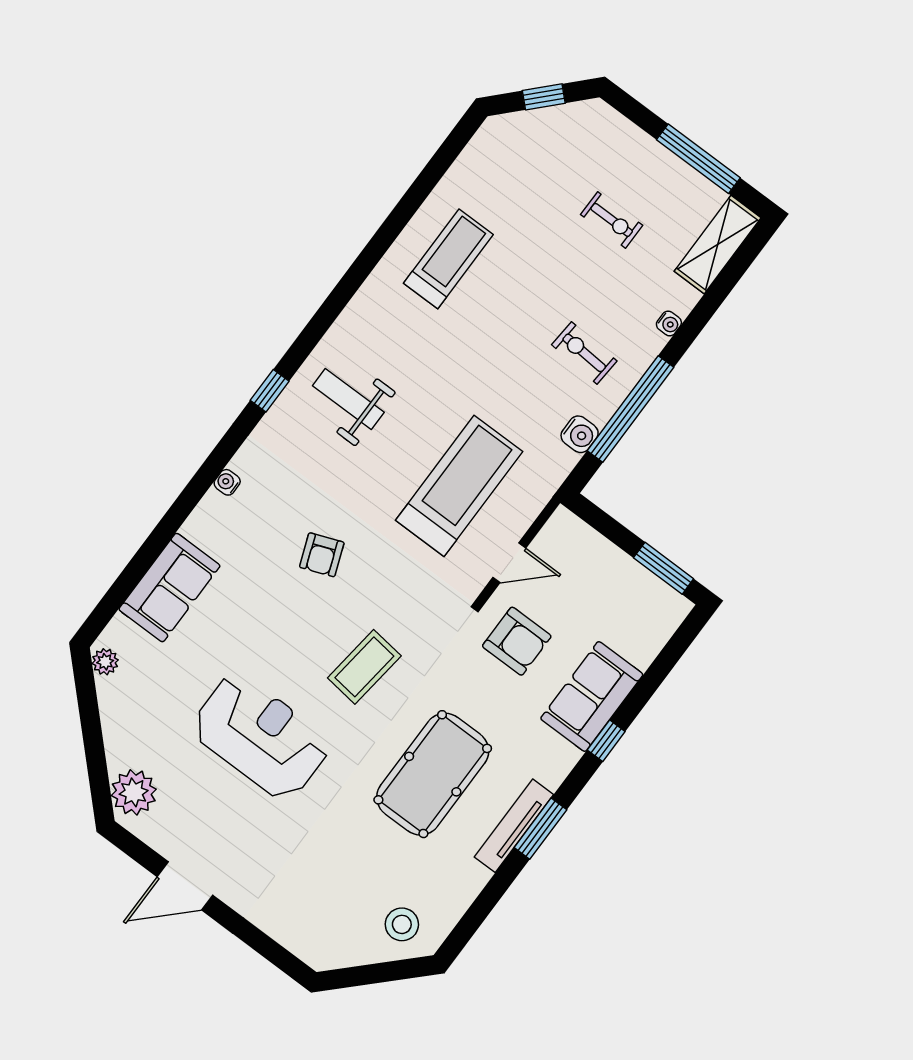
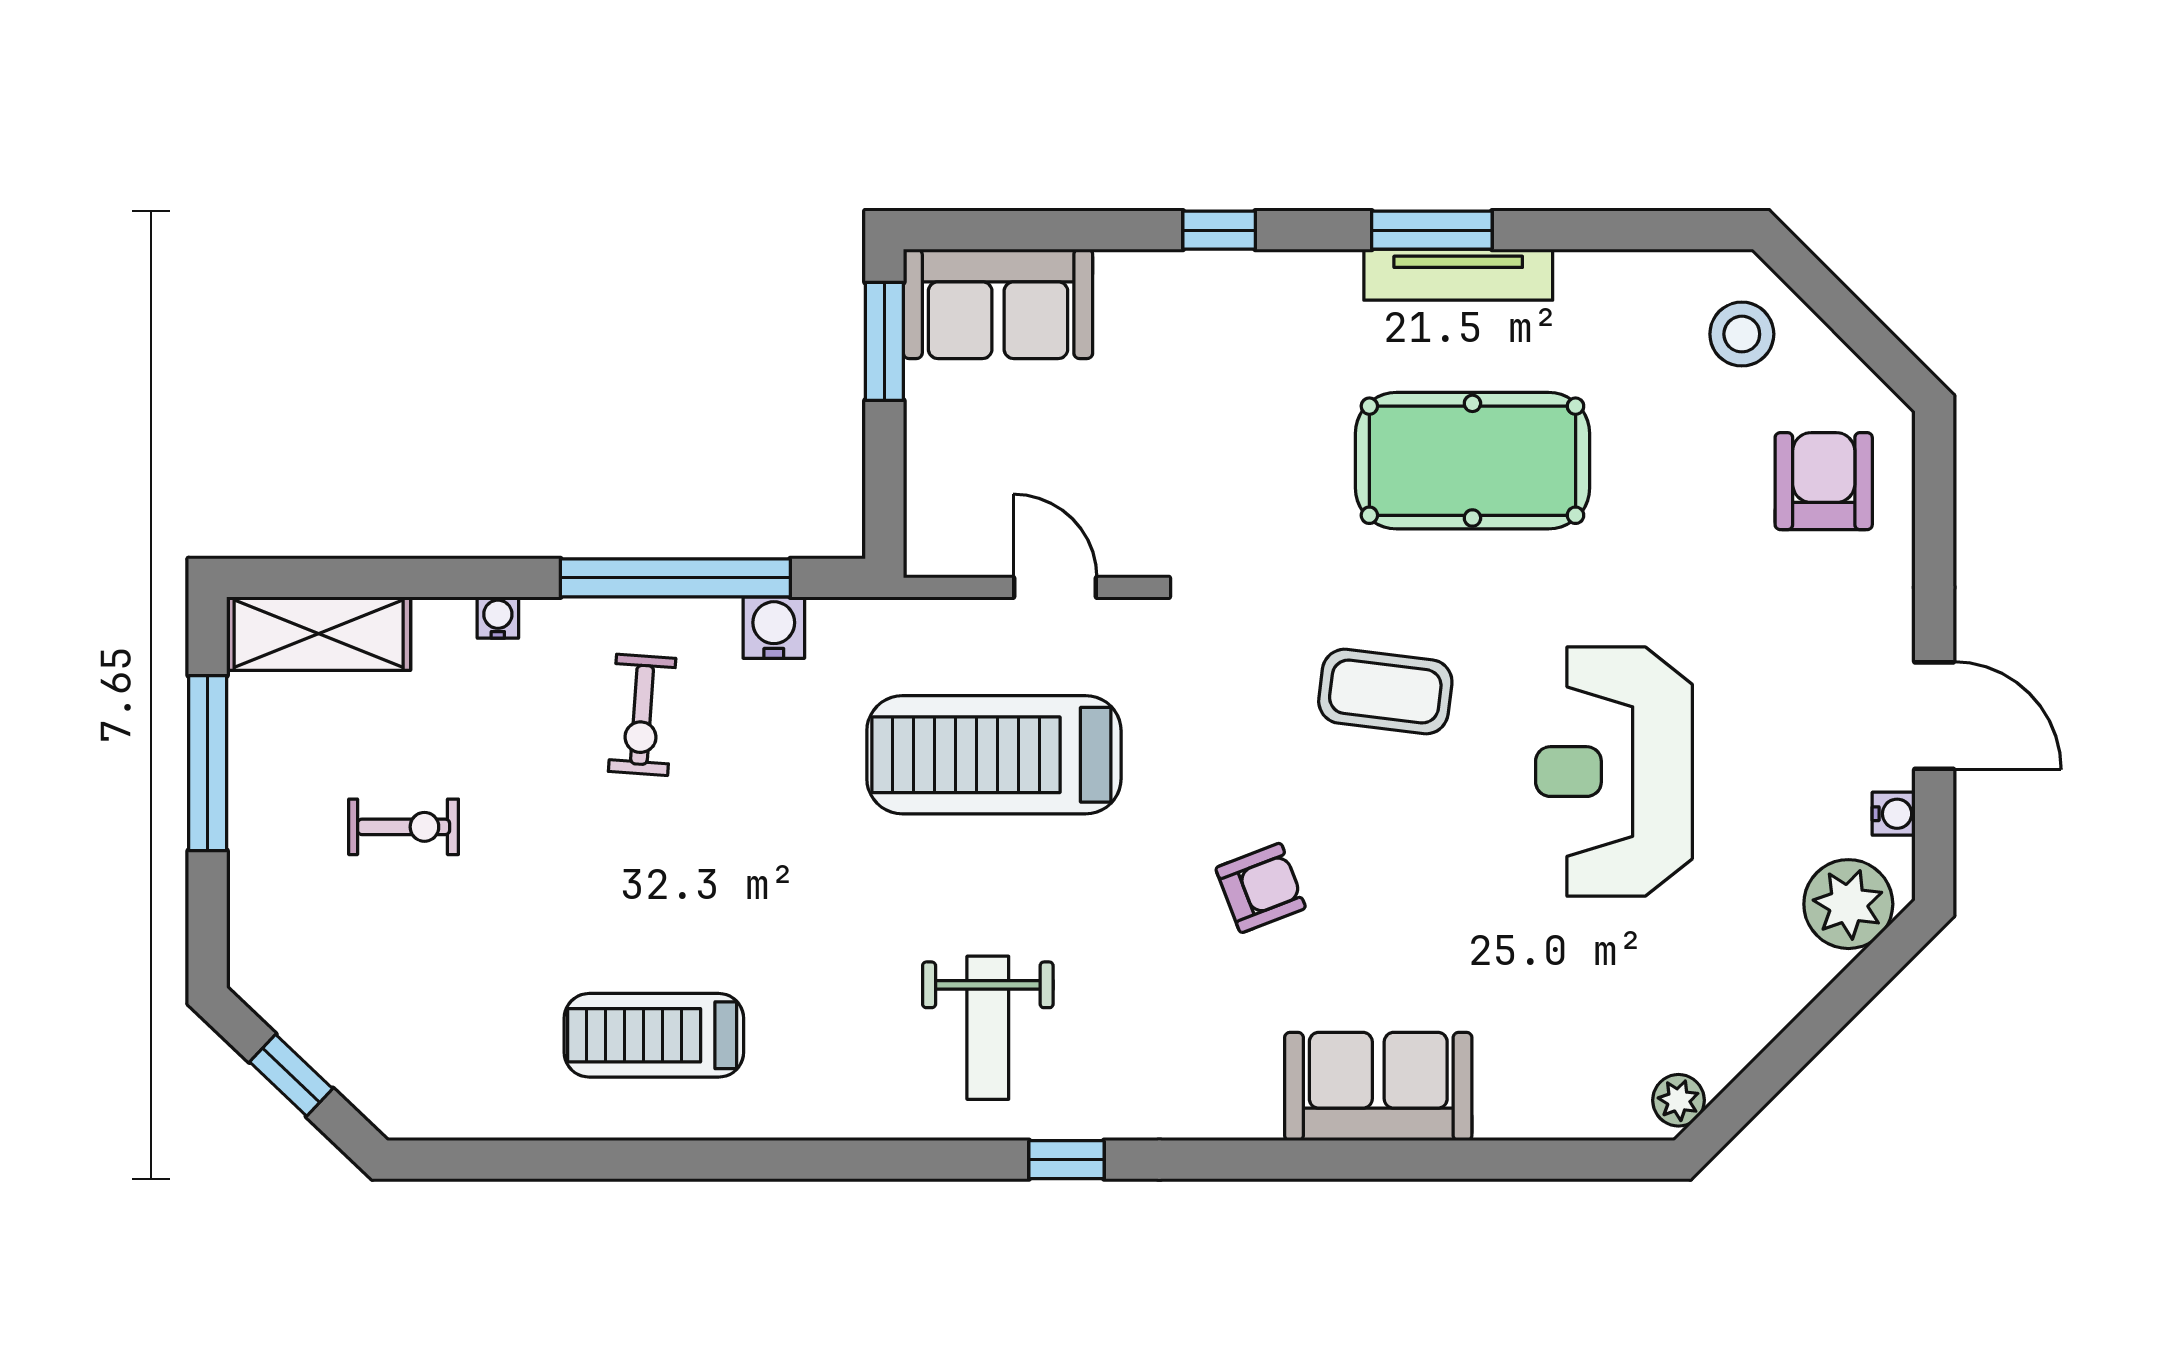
exercise bike: (612, 220) -> (404, 827), turned 90
water cooler: (227, 482) -> (1894, 814), moved, turned -90
sofa: (169, 588) -> (1378, 1087), moved
armchair: (517, 641) -> (1824, 481), moved
sofa: (592, 696) -> (998, 304), moved

